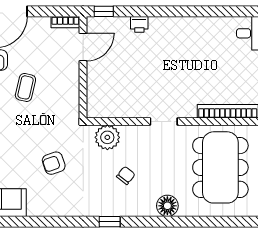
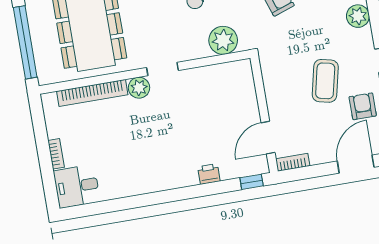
coffee table: (25, 87) -> (325, 81), width x1.36, depth x1.30
plant: (187, 109) -> (139, 88), added

